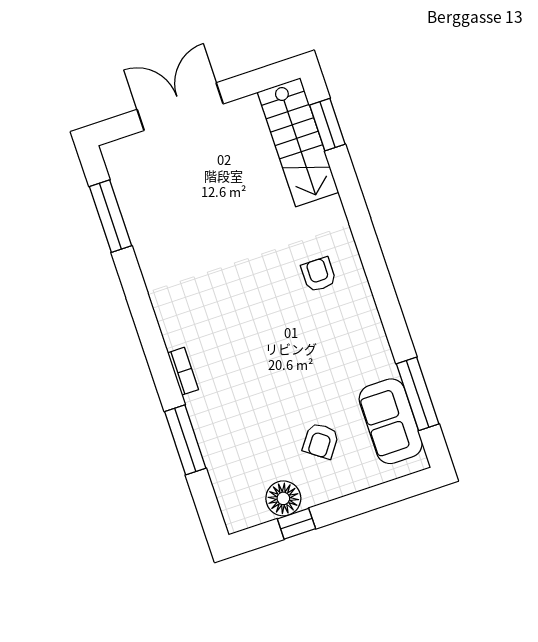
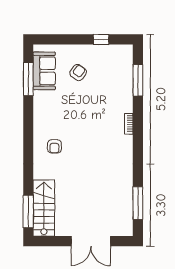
window: (327, 125) -> (28, 211), width x1.44
window: (185, 440) -> (138, 80), moved
floor lamp: (283, 498) -> (103, 53), removed

